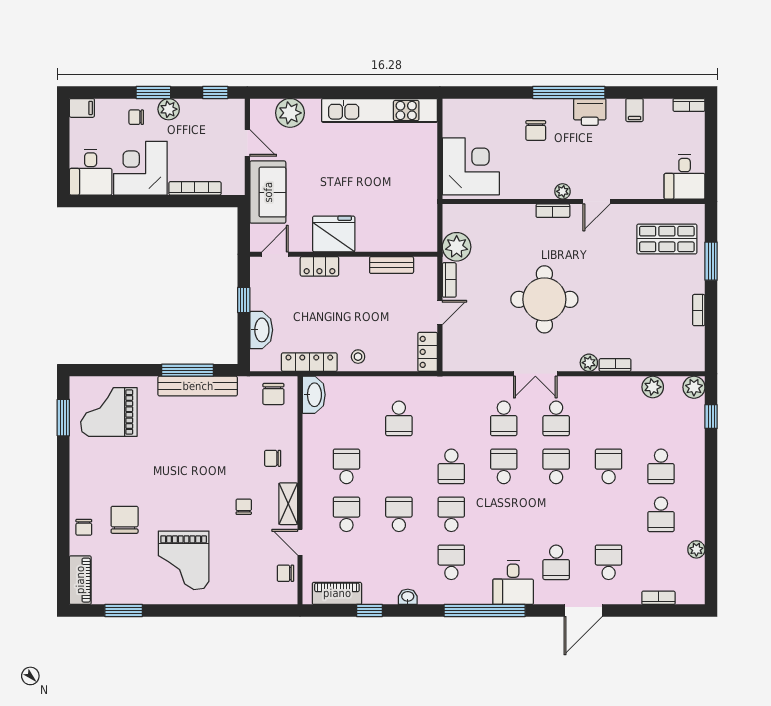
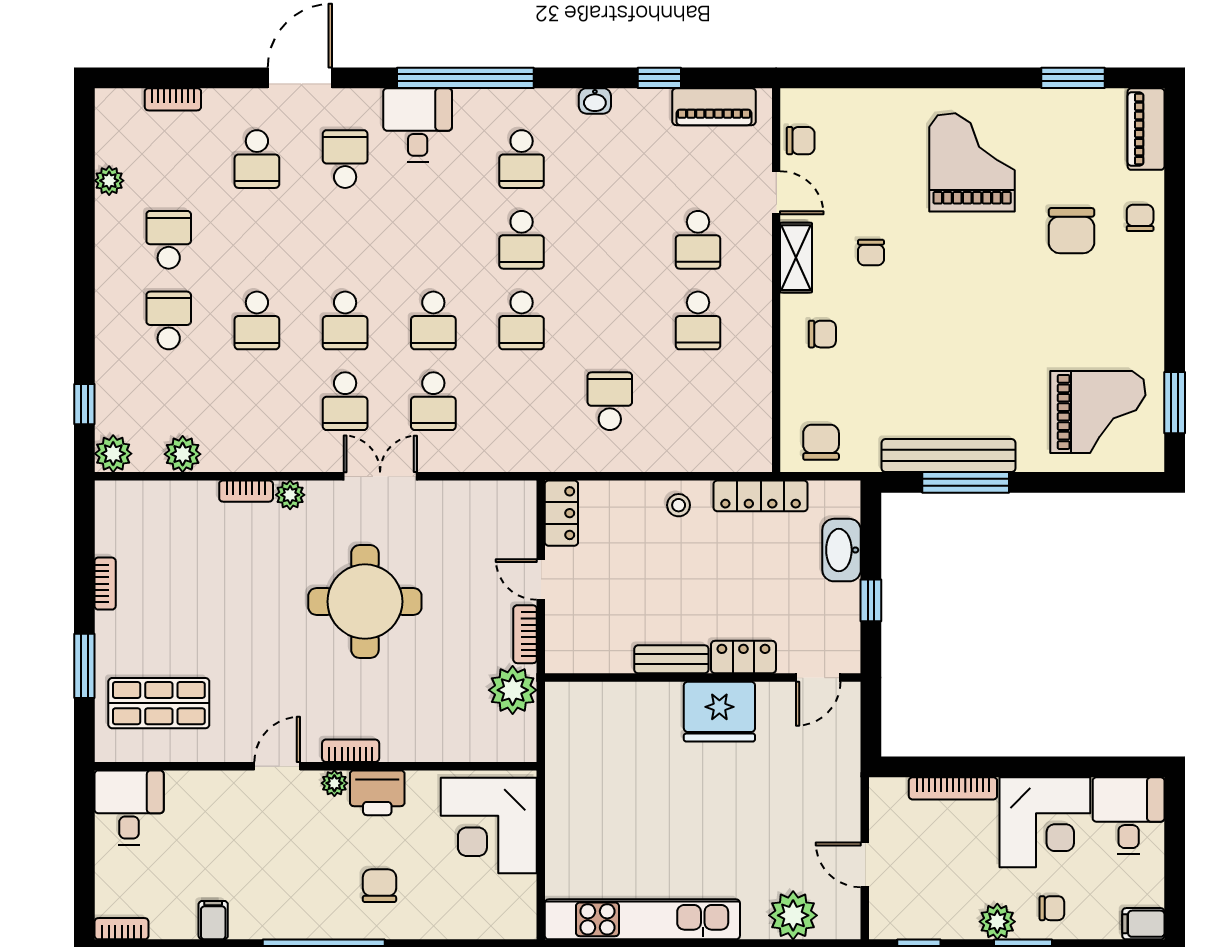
printer: (590, 112) -> (377, 793), moved, turned 180
sofa: (268, 192) -> (830, 782), removed
bench: (392, 265) -> (671, 659), moved
door: (440, 312) -> (541, 579), hinge flipped
washbasin: (314, 395) -> (753, 441), removed
school desk: (504, 418) -> (433, 401), turned 180
school desk: (556, 418) -> (345, 401), turned 180
school desk: (451, 466) -> (522, 320), turned 180
school desk: (399, 514) -> (610, 240), removed

